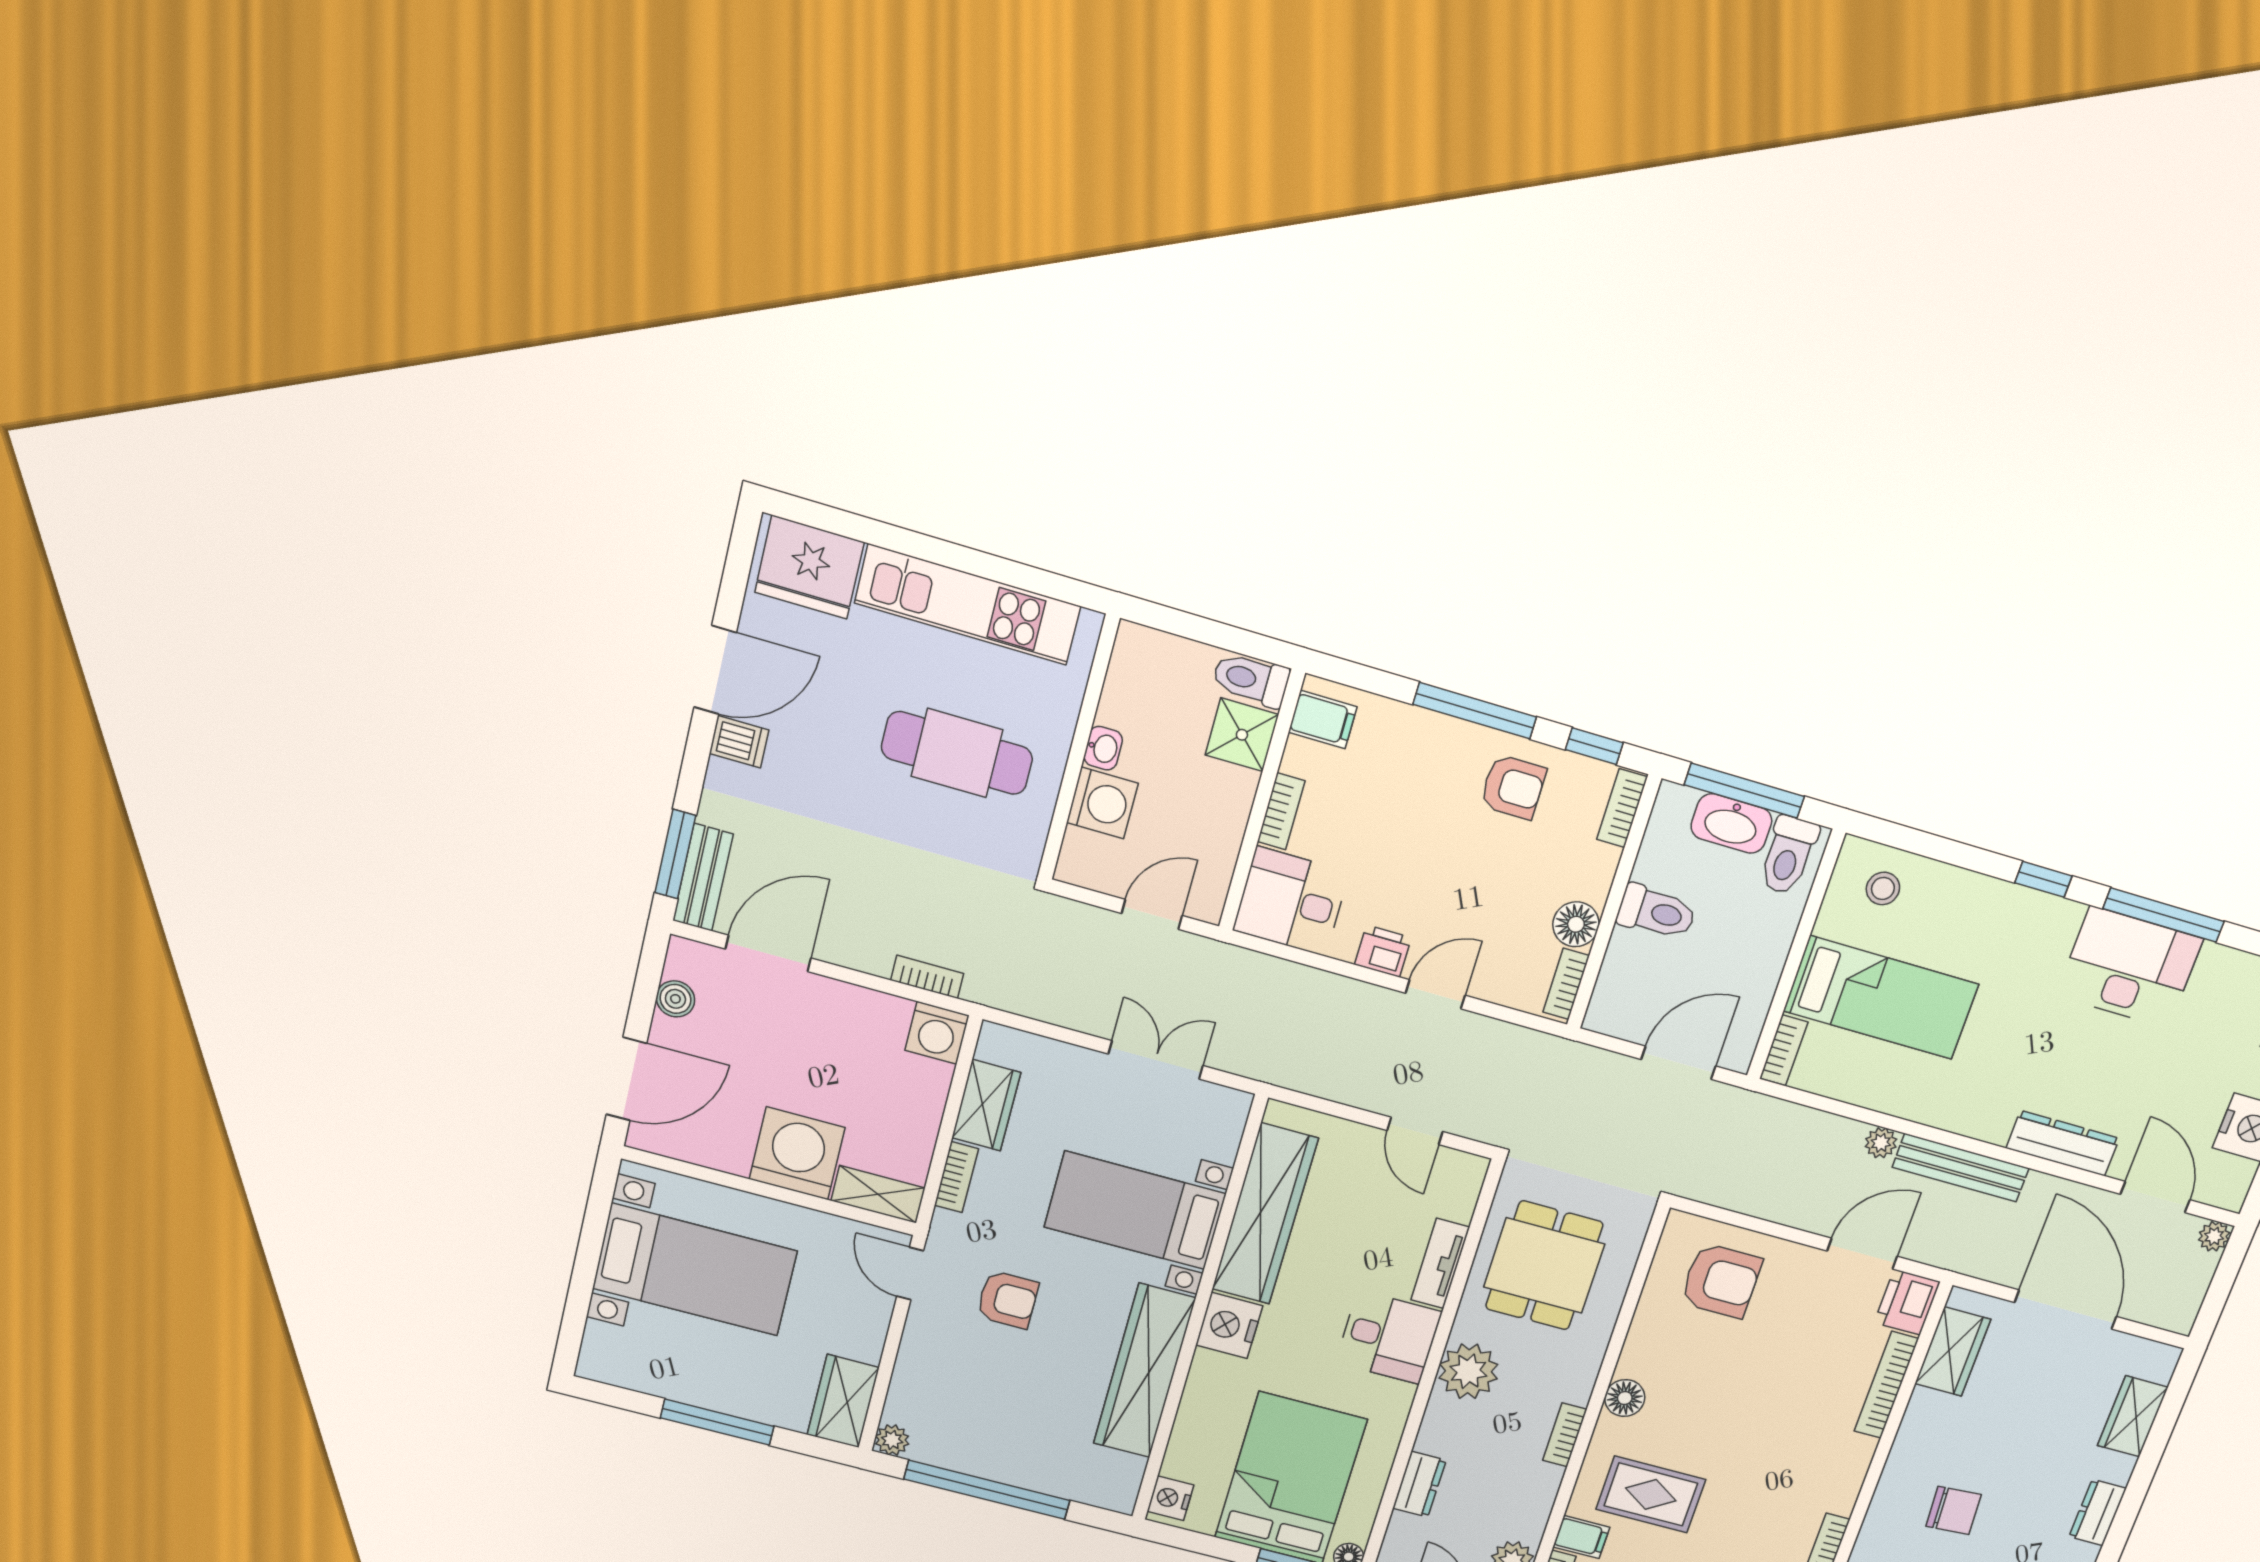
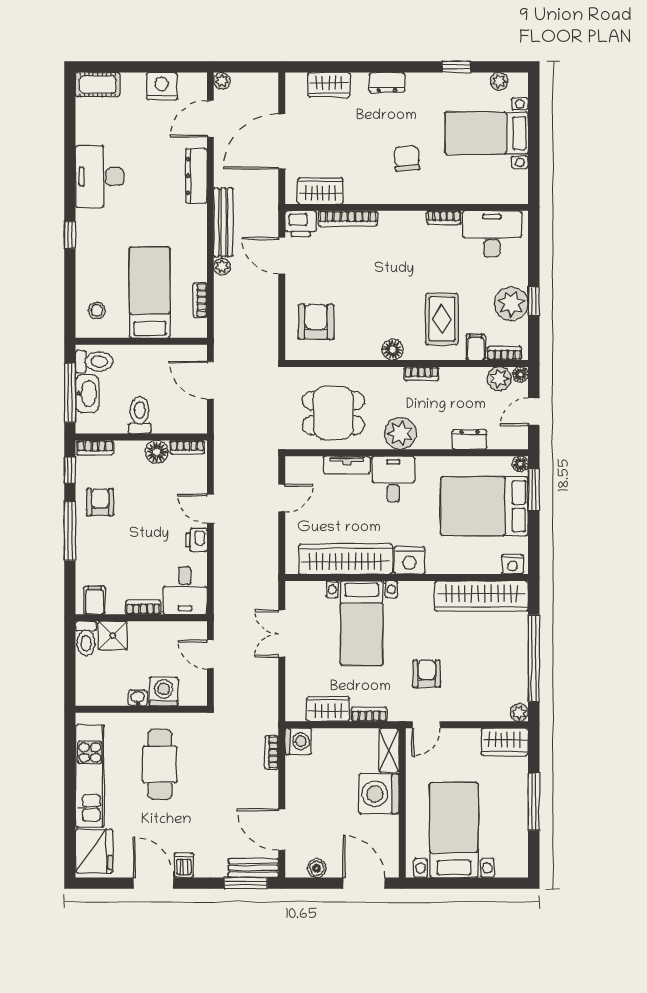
window: (2164, 915) -> (70, 170), removed
bookcase: (1784, 1050) -> (200, 300), moved, turned -90
wardrobe: (1144, 1371) -> (481, 596), moved

